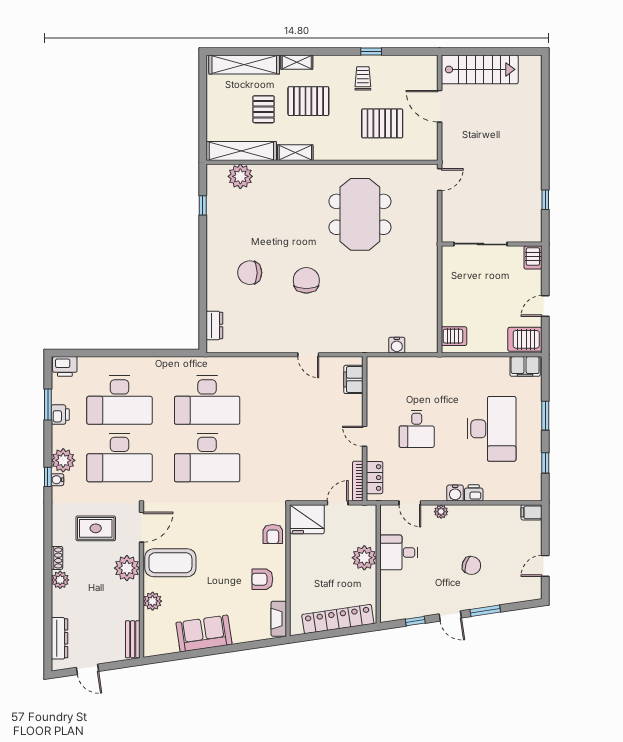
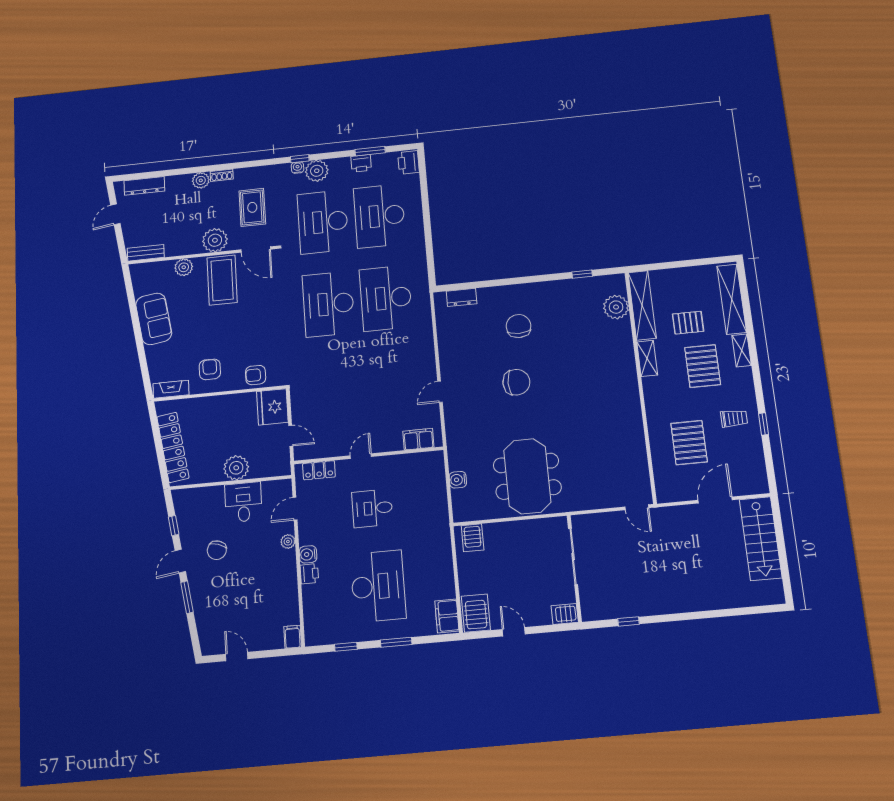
meeting table: (360, 214) -> (527, 476), moved, turned 90
desk: (491, 429) -> (378, 586), turned -90
bookcase: (358, 481) -> (314, 454), removed
chair: (471, 565) -> (217, 550), moved

